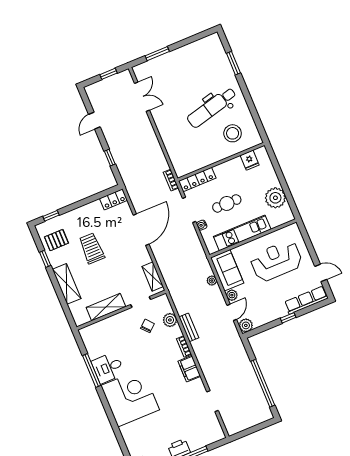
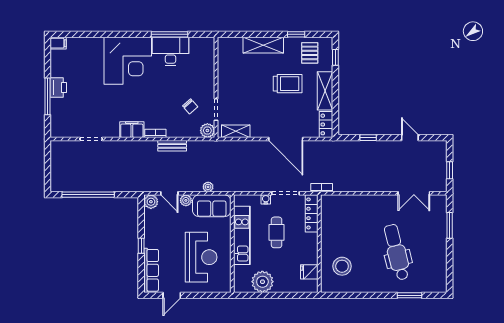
dental chair: (212, 107) -> (397, 252), moved
shelving: (106, 307) -> (325, 91), moved
plant: (170, 320) -> (207, 130), moved
desk: (108, 368) -> (171, 51), width x1.37

